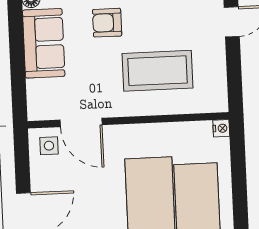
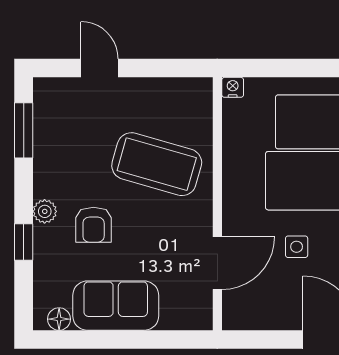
coffee table: (158, 71) -> (157, 164), turned -74
side table: (49, 146) -> (297, 247), moved

